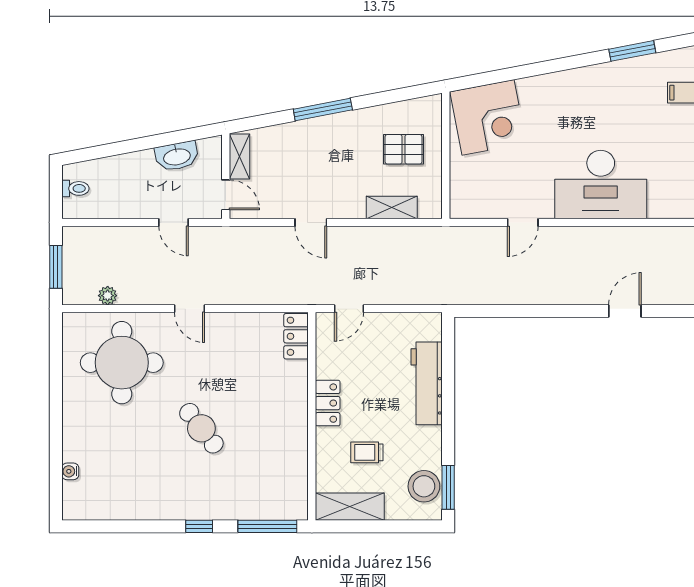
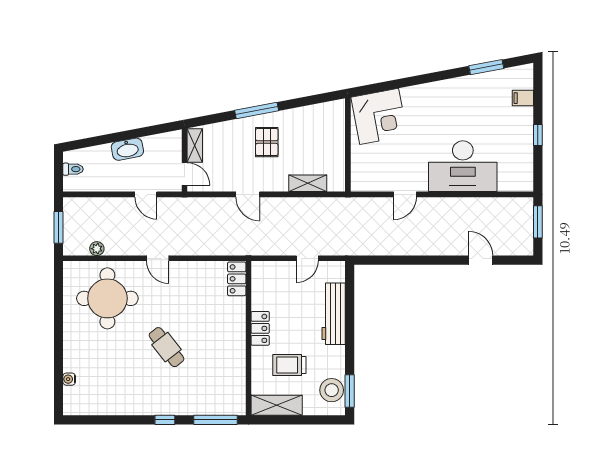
pallet: (403, 149) -> (267, 142), moved, turned 90
washbasin: (177, 156) -> (127, 149), moved
door: (349, 309) -> (307, 258), moved
door: (625, 311) -> (481, 260), hinge flipped
trolley: (367, 452) -> (289, 365), width x1.36, depth x1.39

